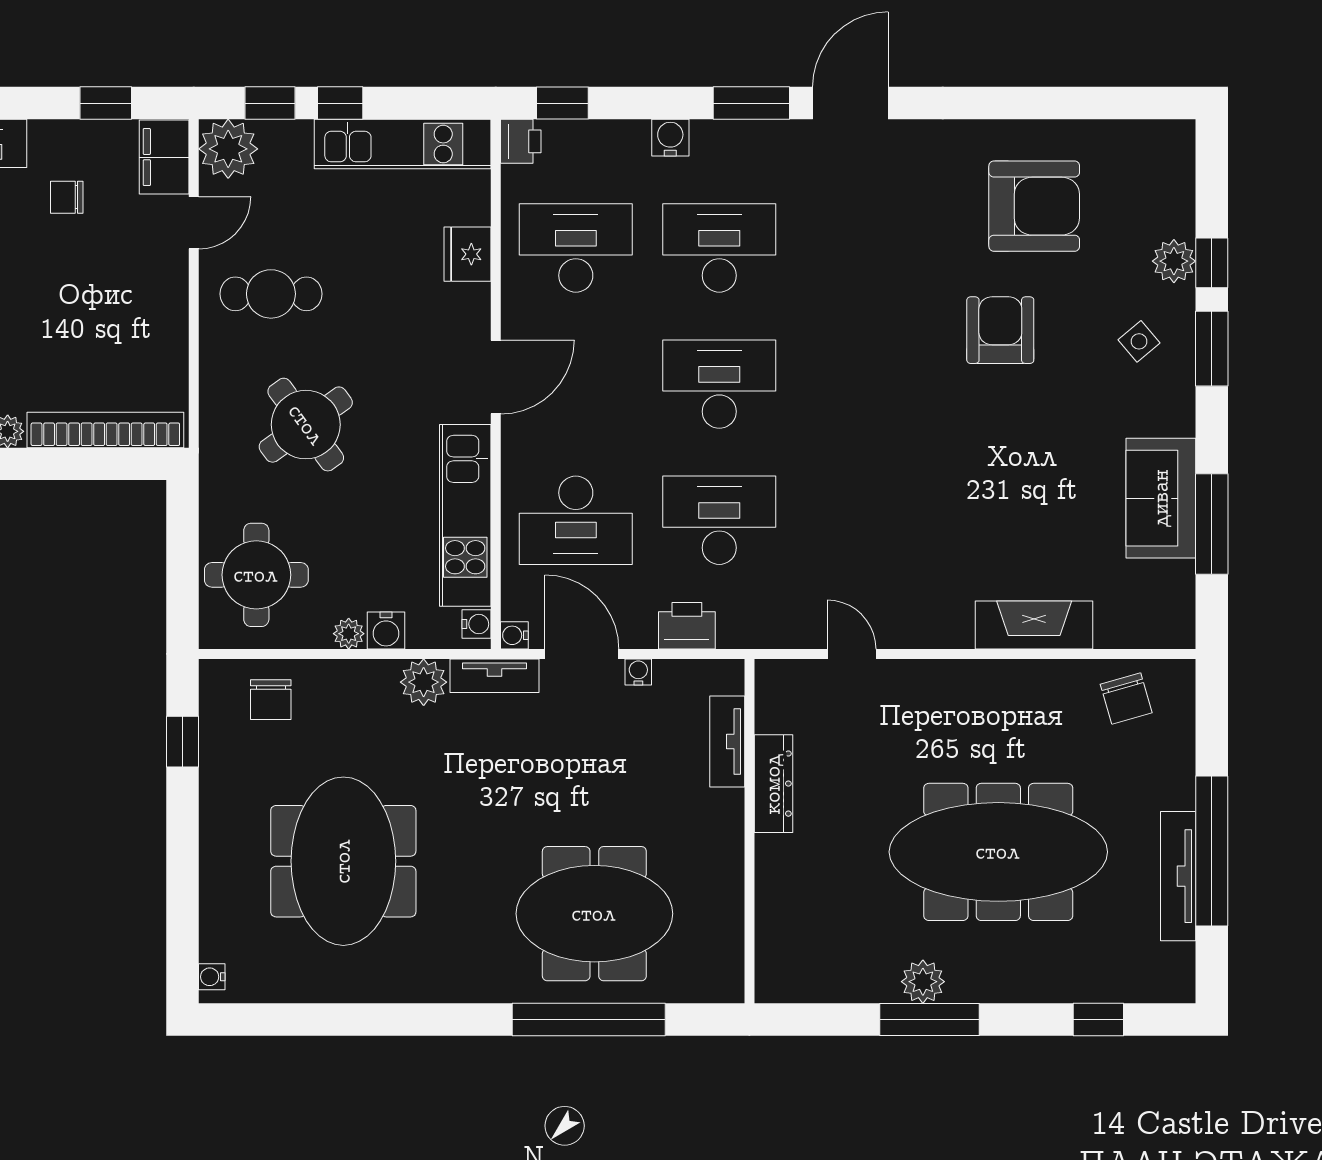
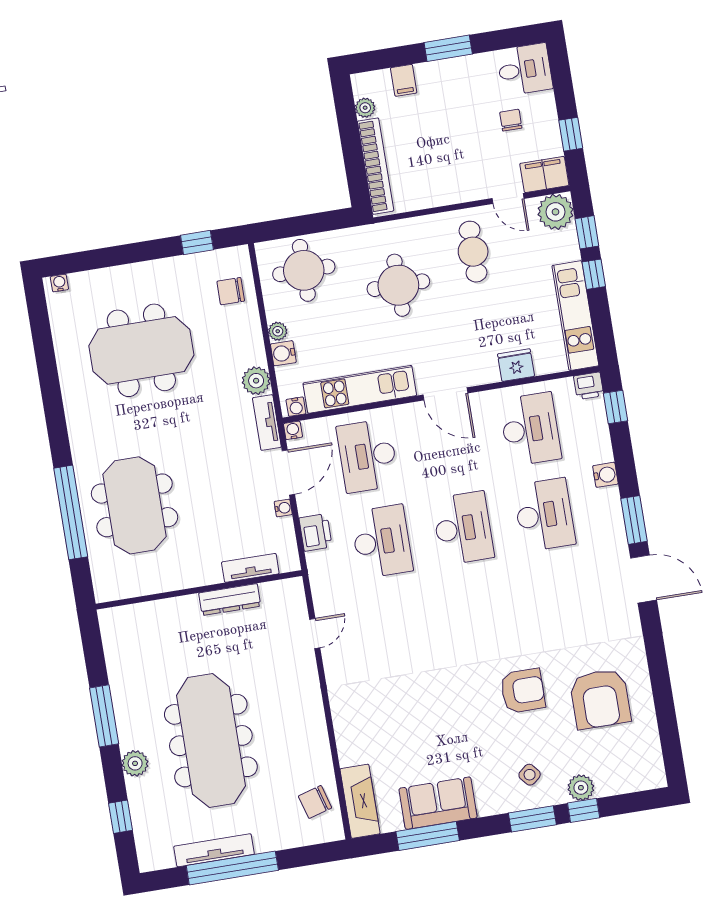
round table: (306, 425) -> (398, 285), turned 36
fireplace: (1034, 625) -> (360, 801), moved
plant: (923, 982) -> (135, 763), moved

